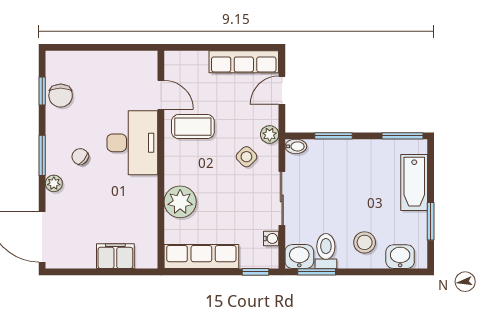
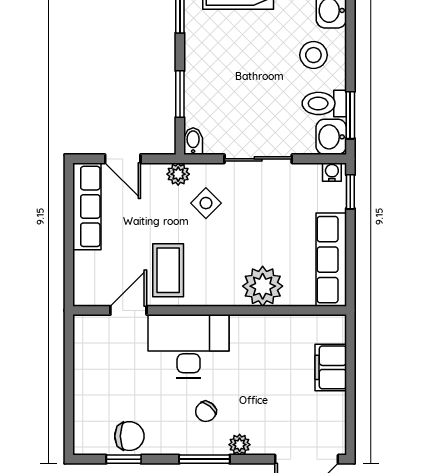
water cooler: (271, 238) -> (332, 172), moved

